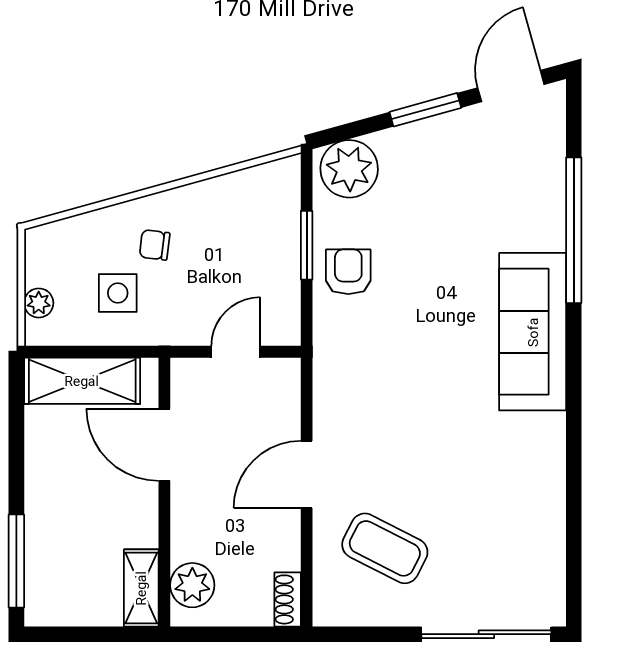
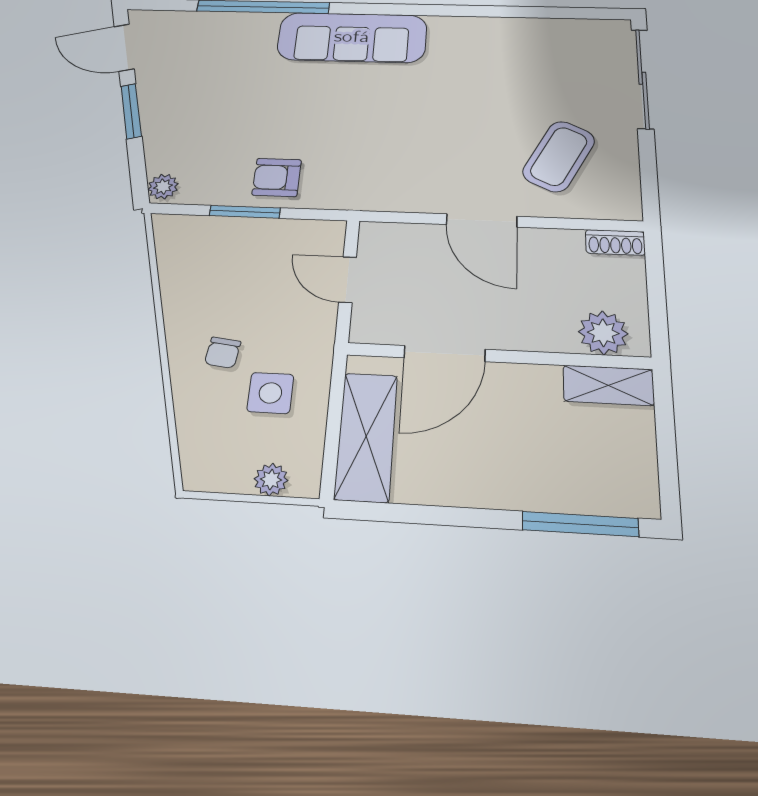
plant: (349, 169) -> (163, 187), width x0.53, depth x0.53

